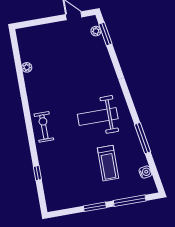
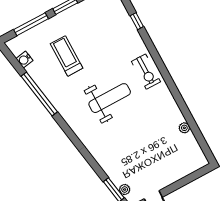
weight bench: (98, 116) -> (110, 98), moved
window: (142, 138) -> (39, 94), width x1.46

